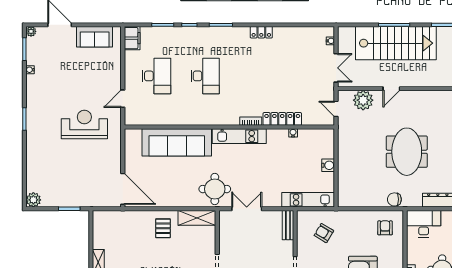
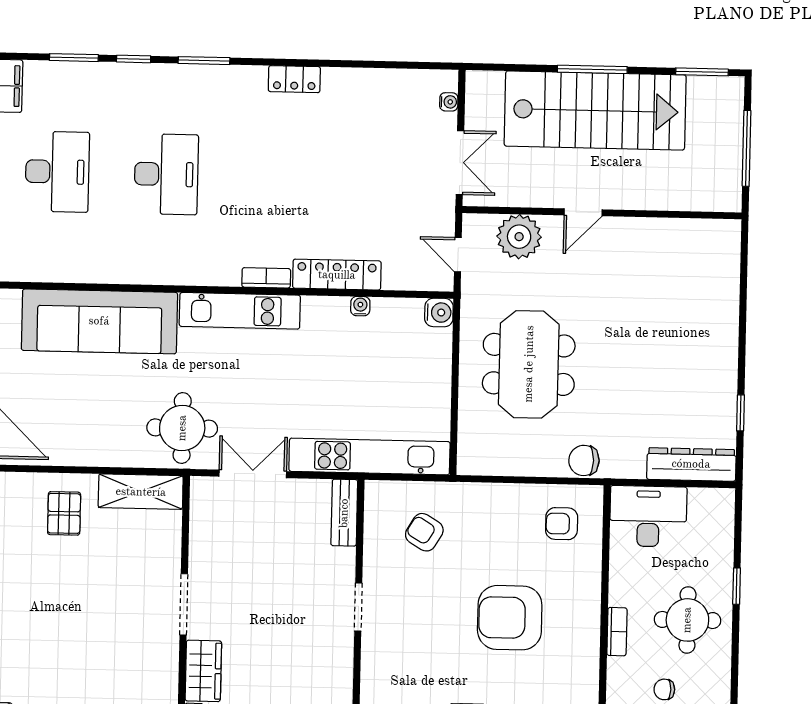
meeting table: (407, 152) -> (529, 364), moved
water cooler: (328, 165) -> (439, 312), moved
kitchen unit: (308, 200) -> (369, 456), width x1.36
armchair: (385, 228) -> (562, 524), turned -90

